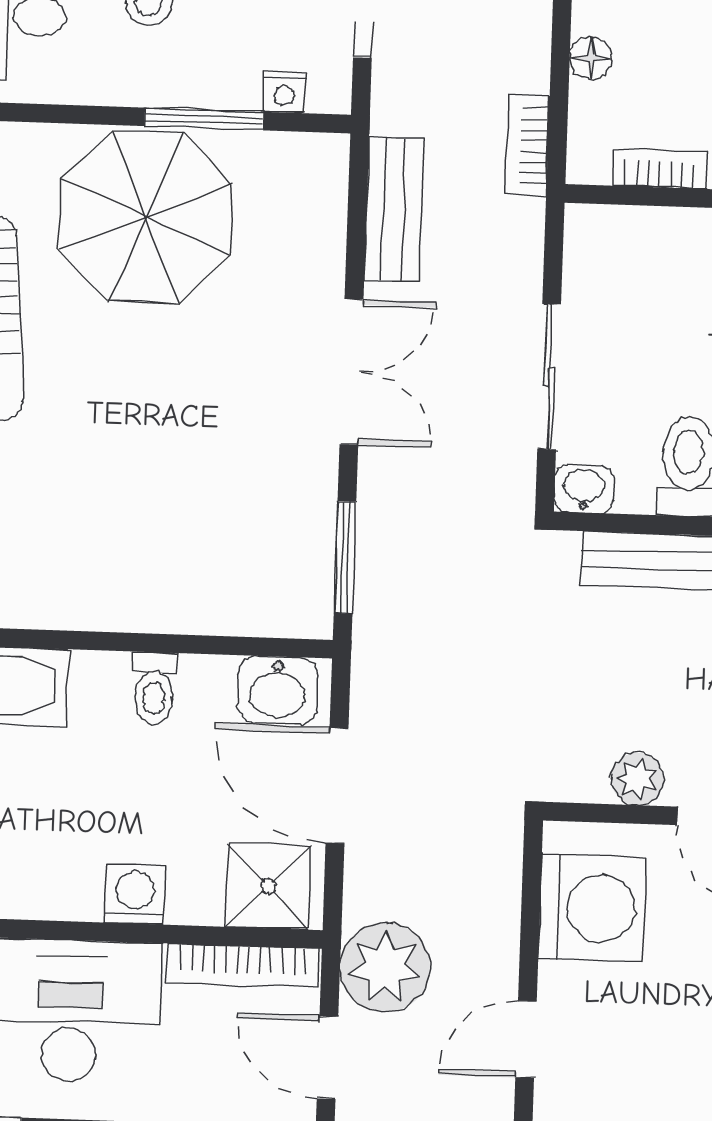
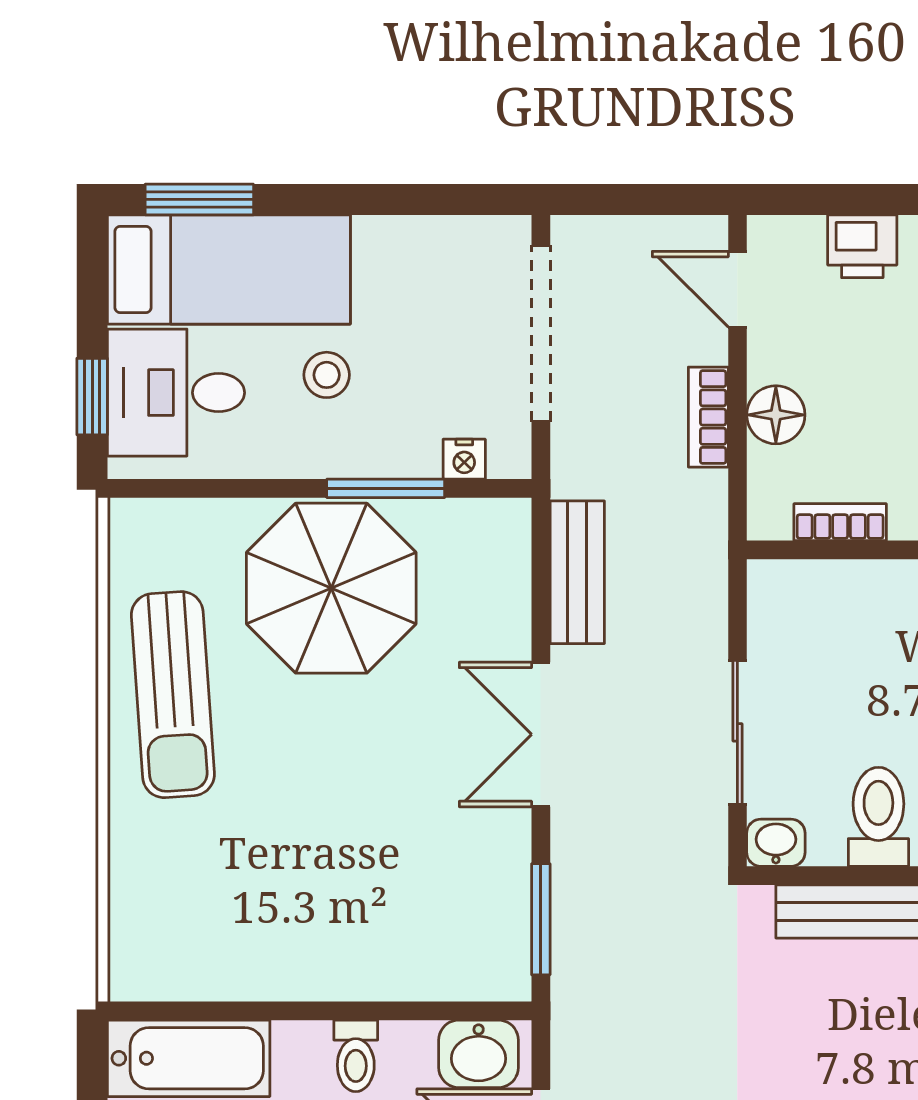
floor lamp: (591, 58) -> (776, 415), width x1.37, depth x1.37
bookcase: (528, 146) -> (708, 417), moved
double door: (351, 372) -> (541, 734), swing flipped

